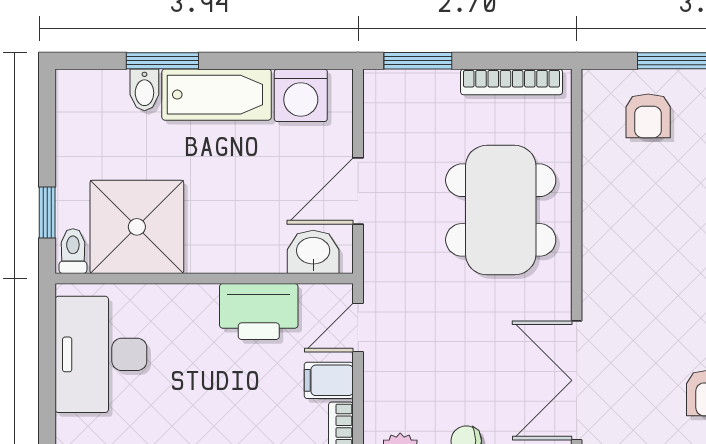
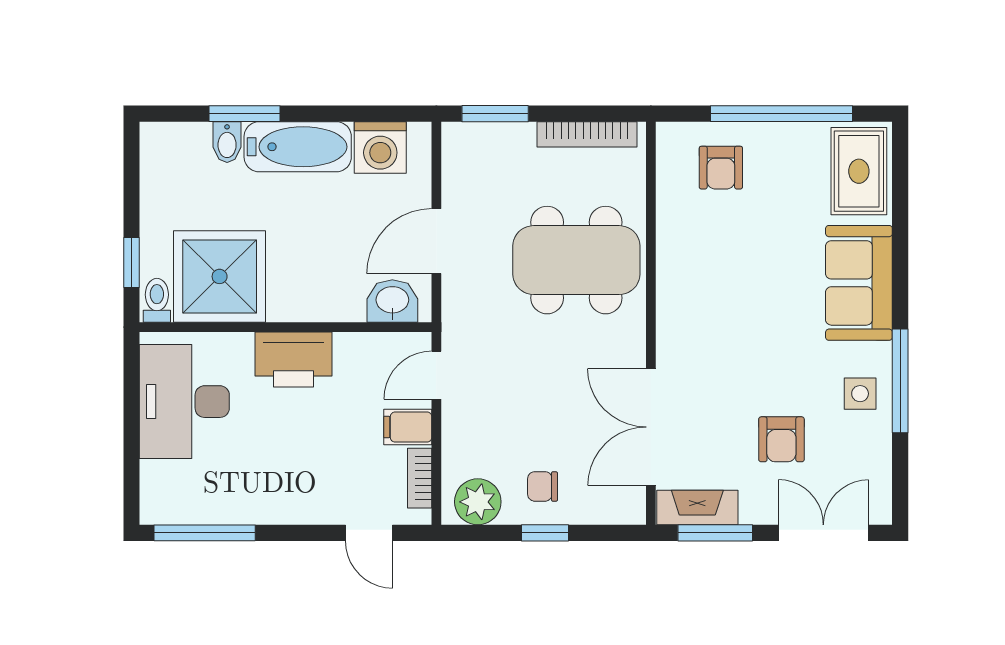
dining table: (501, 210) -> (576, 260), turned 90
printer: (259, 311) -> (294, 359), moved

